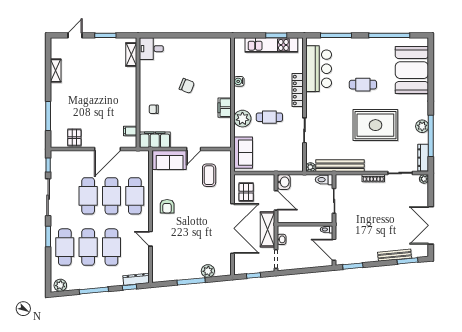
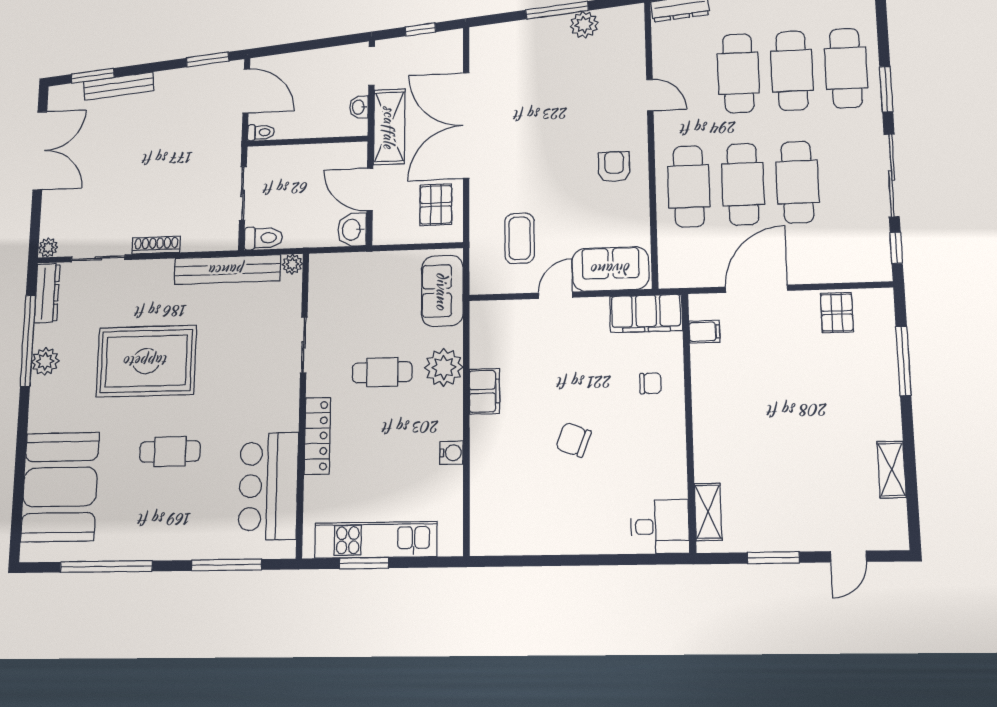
plant: (208, 271) -> (584, 25), moved

